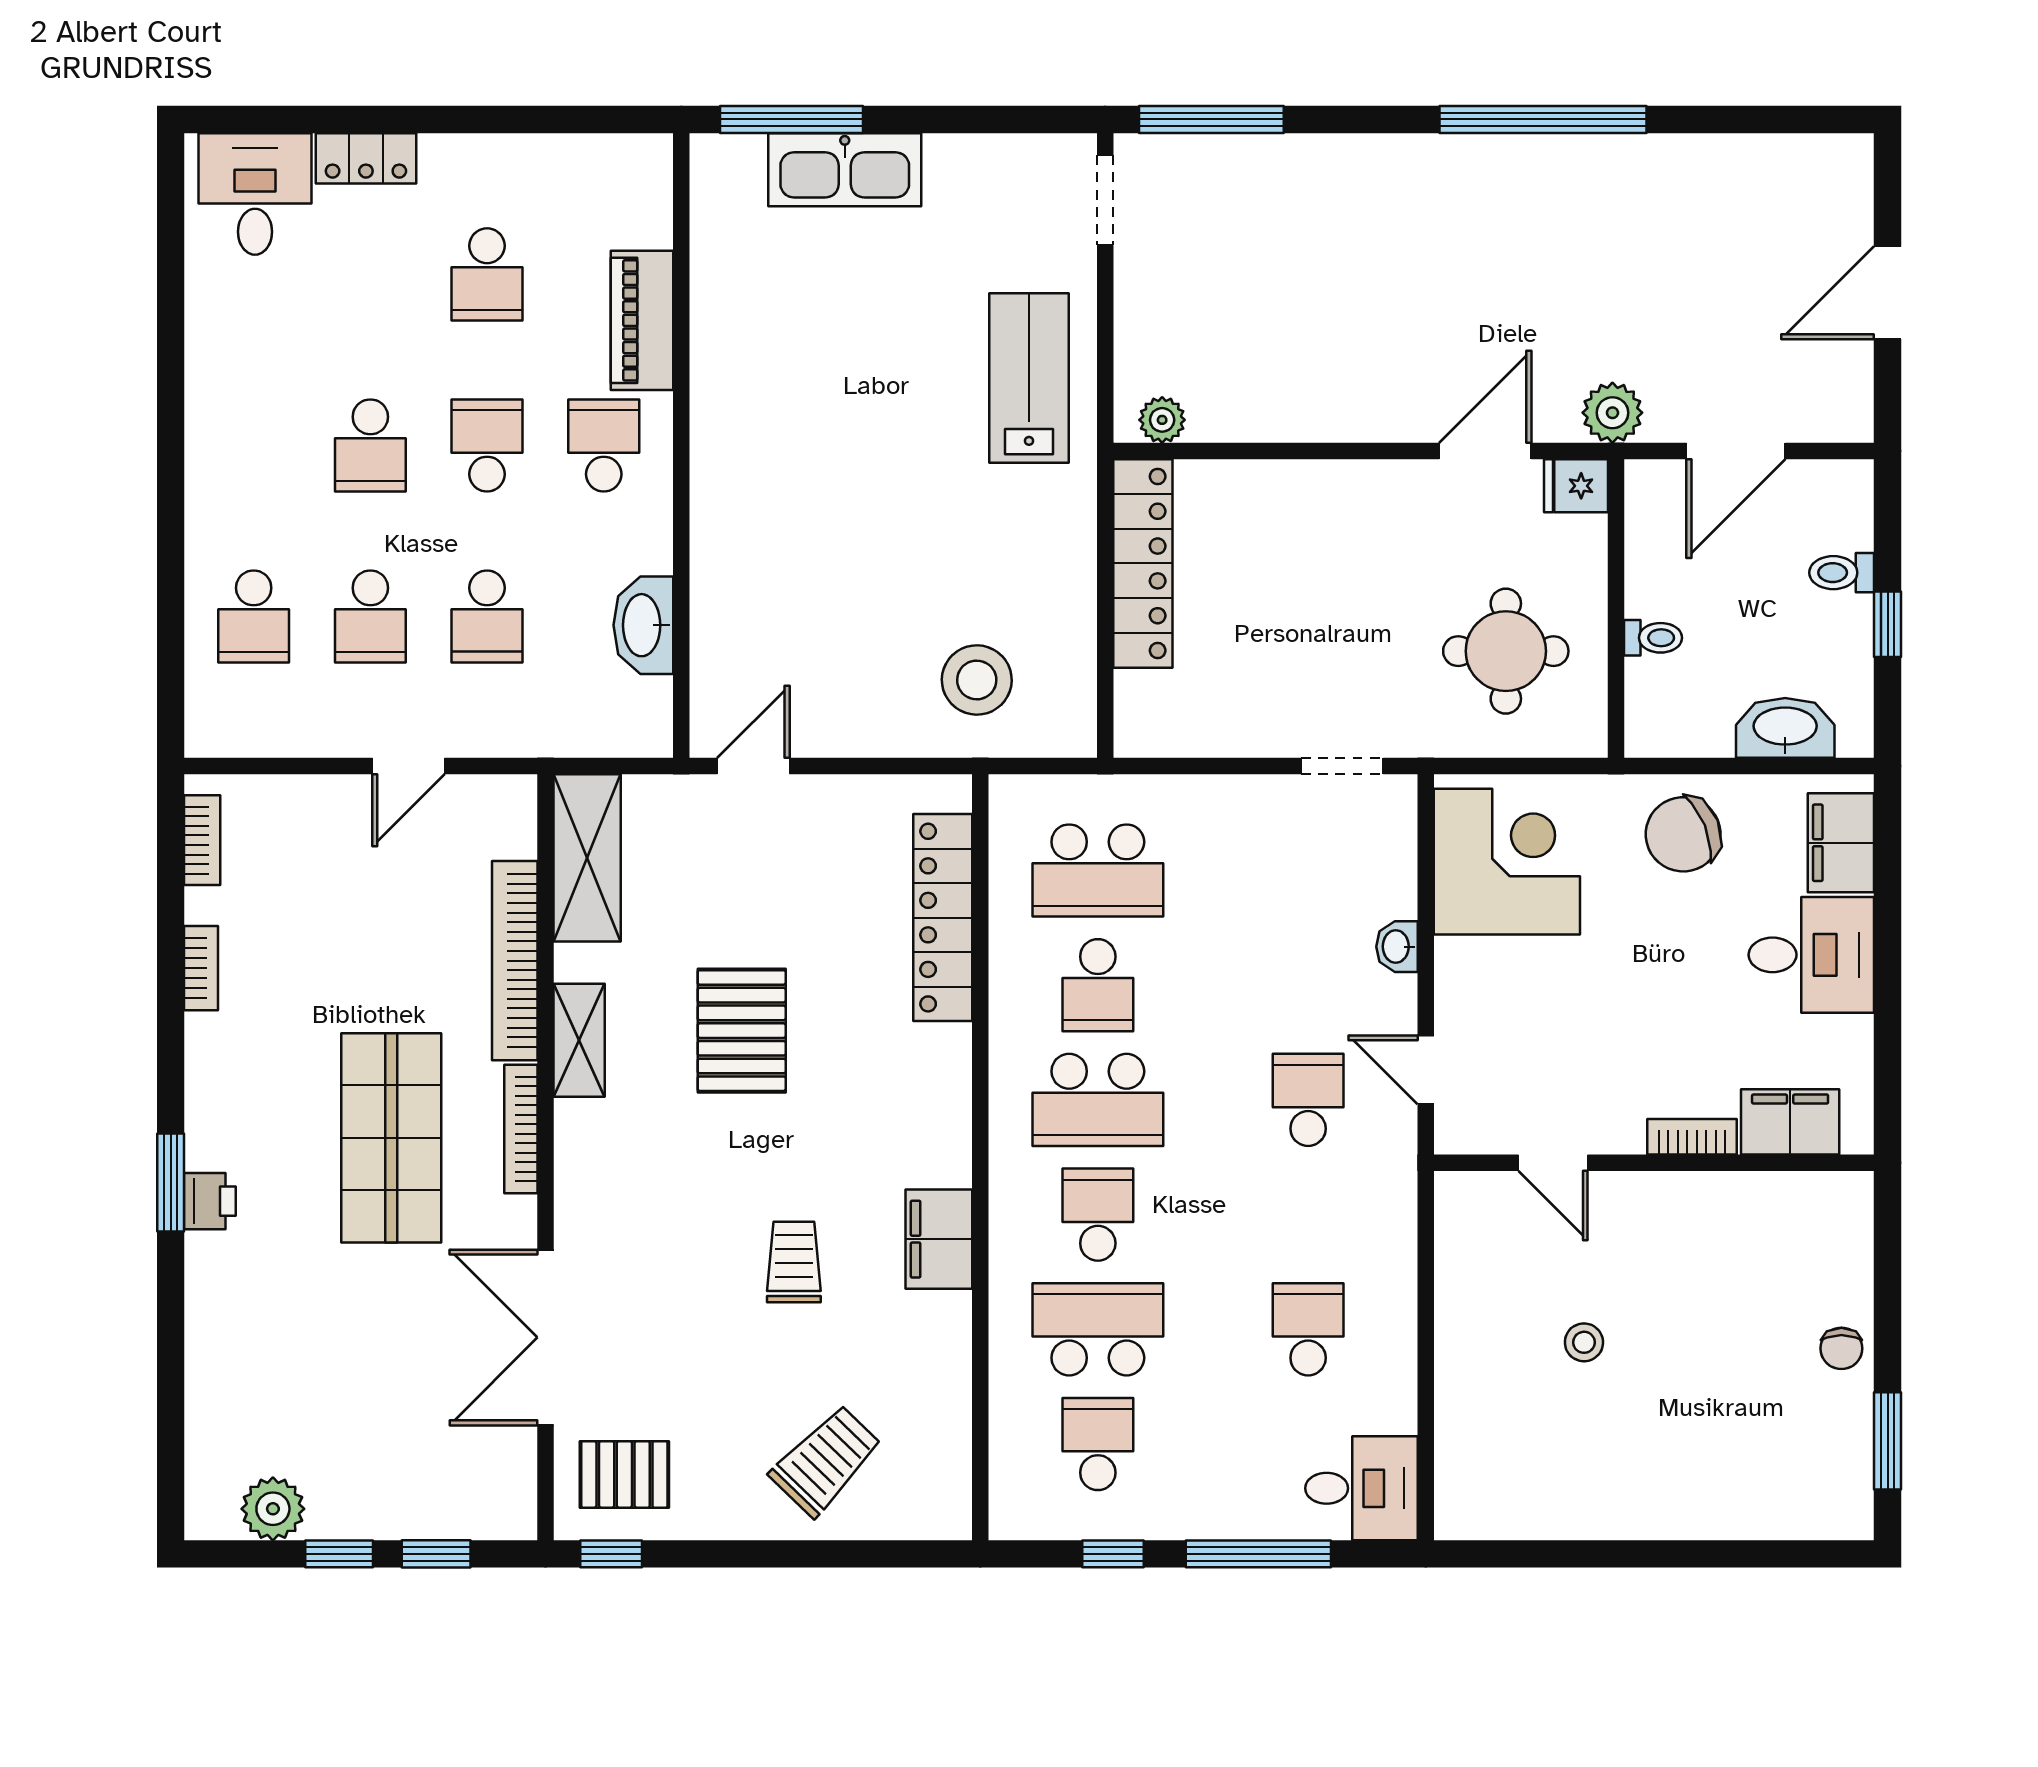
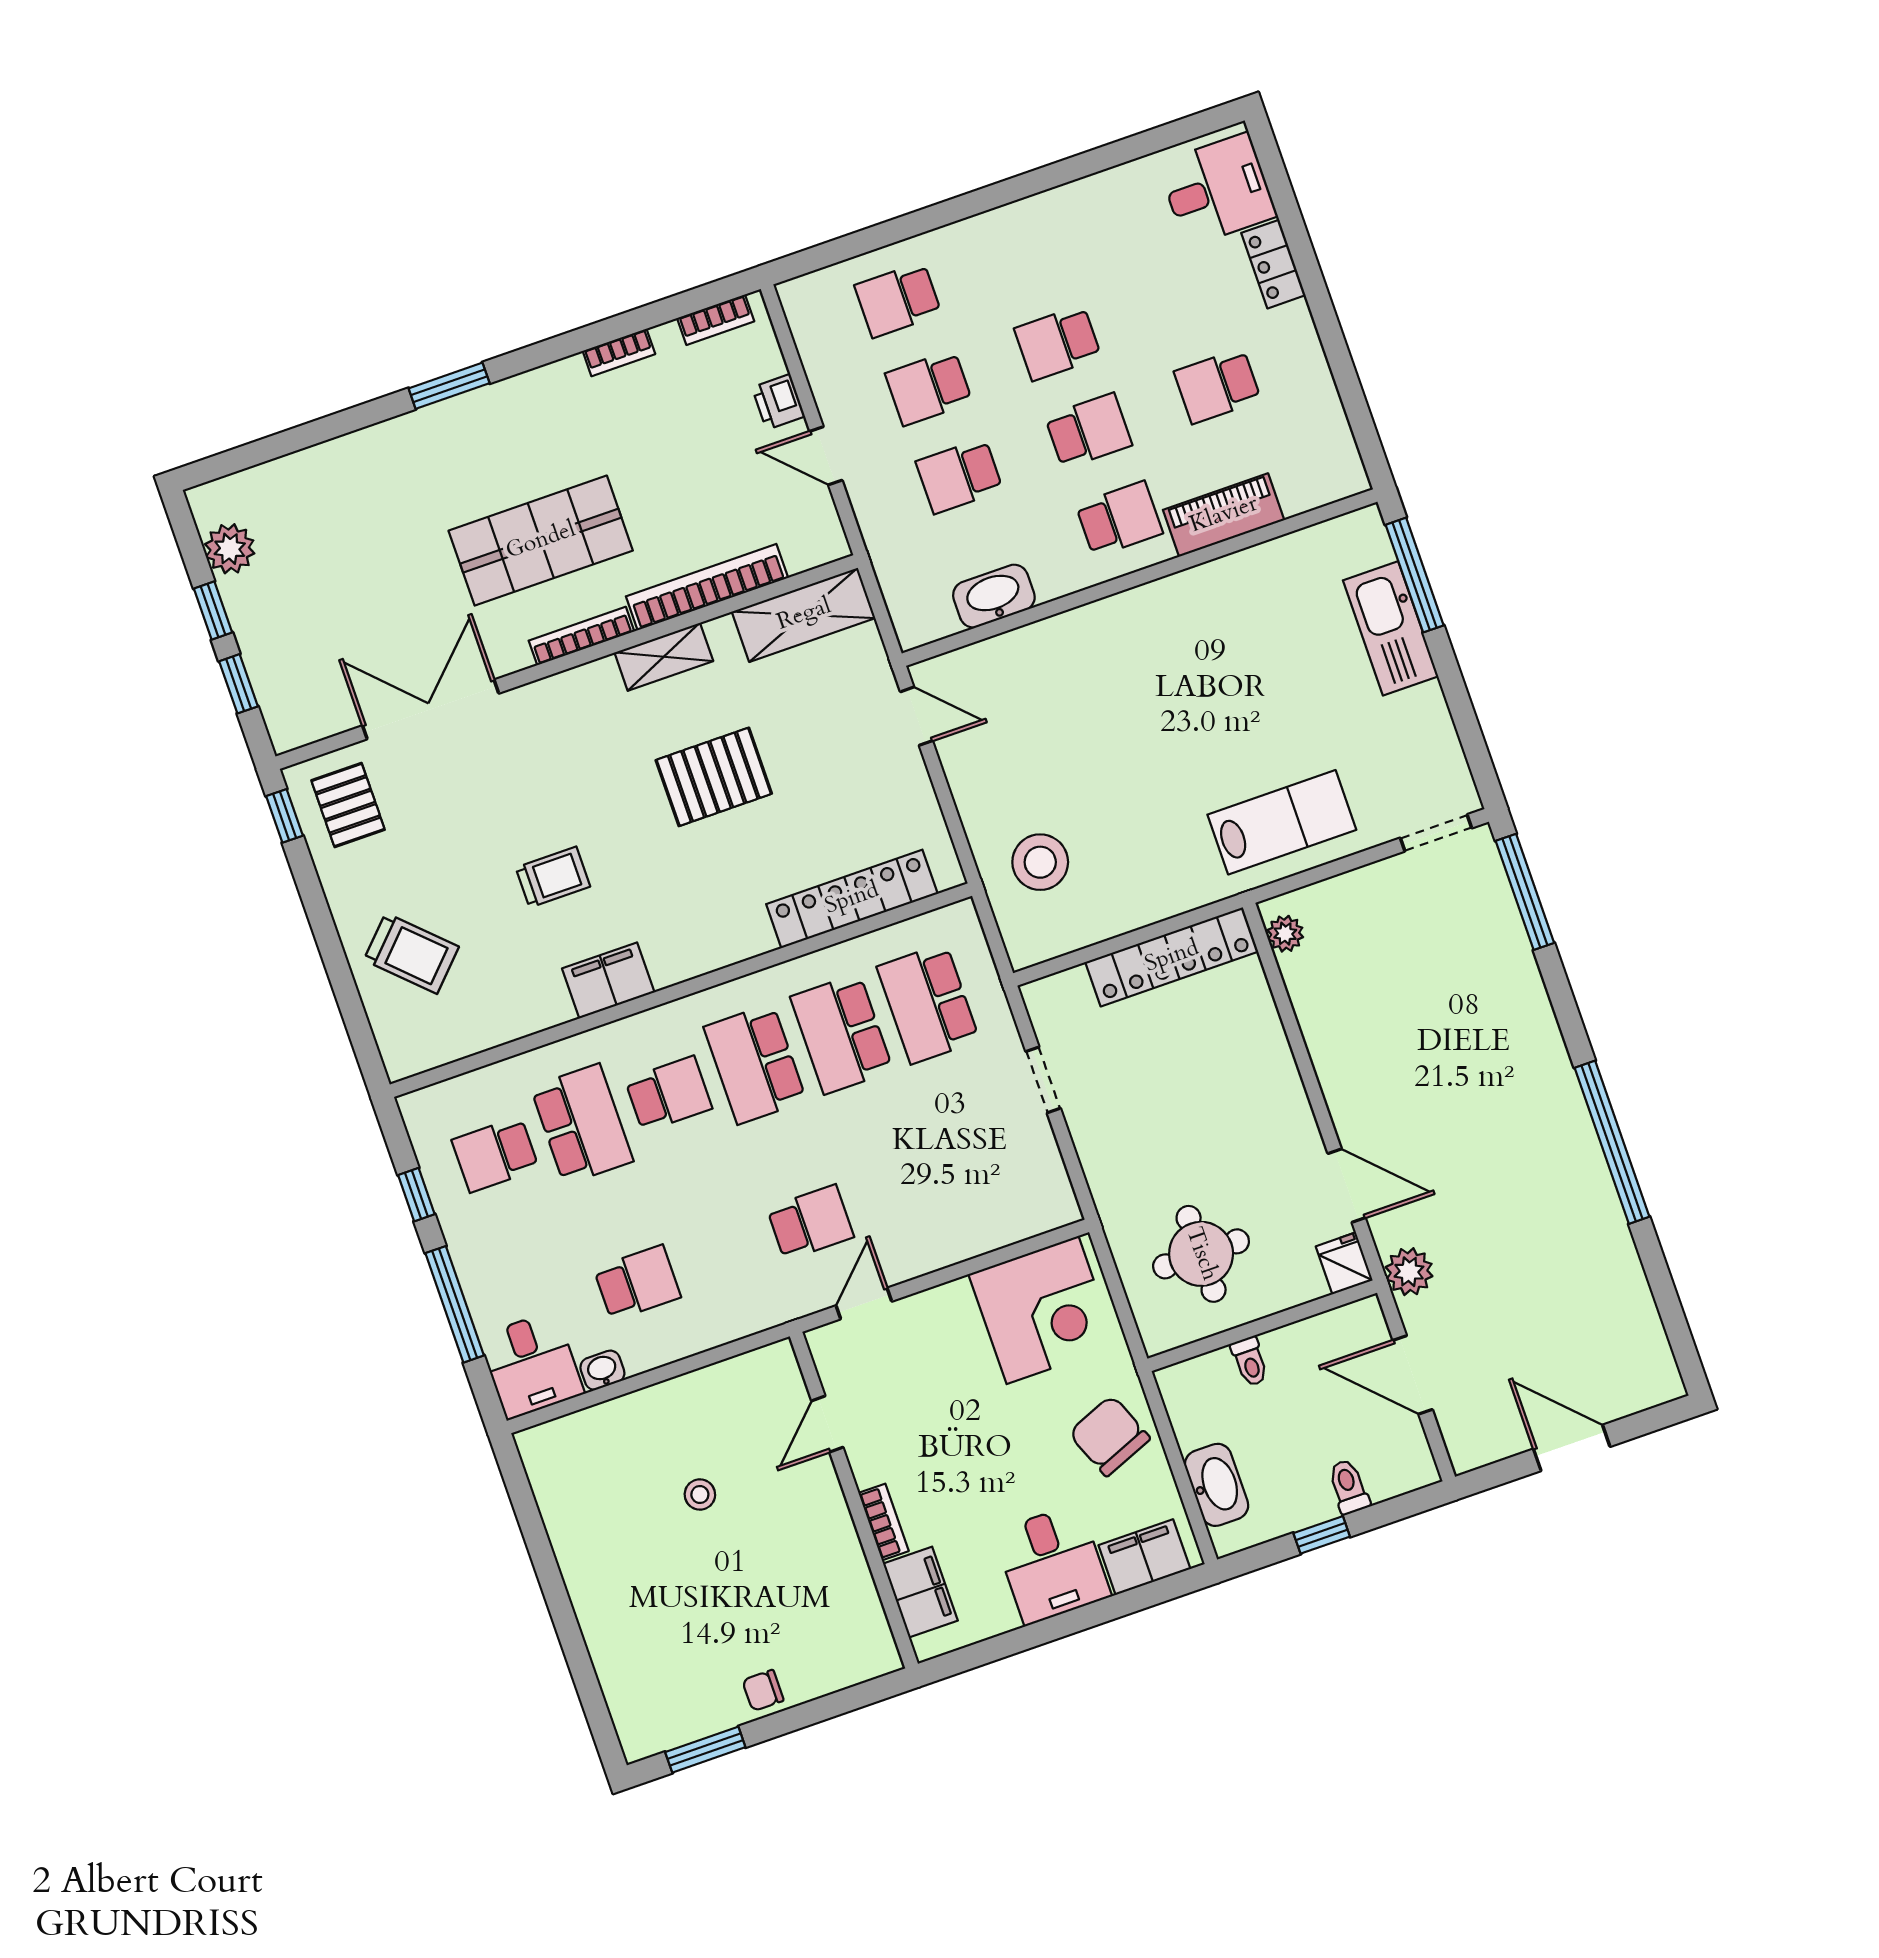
doorway: (1342, 766) -> (1043, 1080), moved
washbasin: (1397, 947) -> (602, 1370), moved
school desk: (1098, 985) -> (842, 1034), width x1.85
printer: (210, 1201) -> (778, 402), moved, turned 90
school desk: (1098, 1444) -> (495, 1154), turned 180

